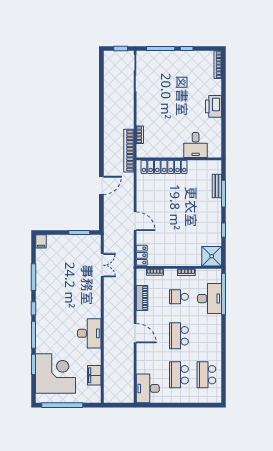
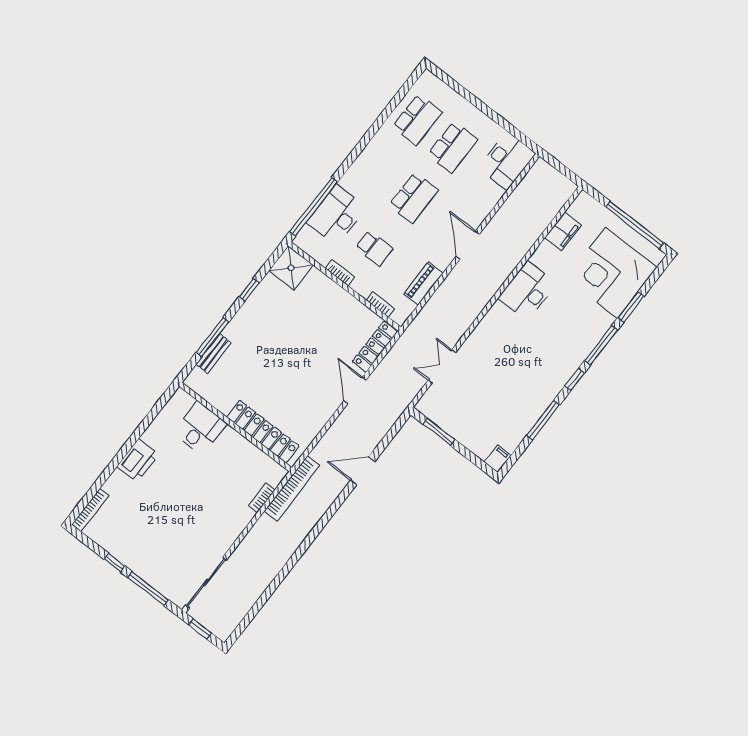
locker: (142, 255) -> (375, 347), width x1.53

